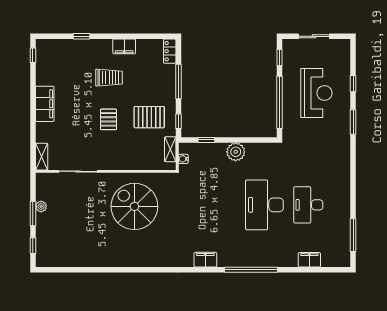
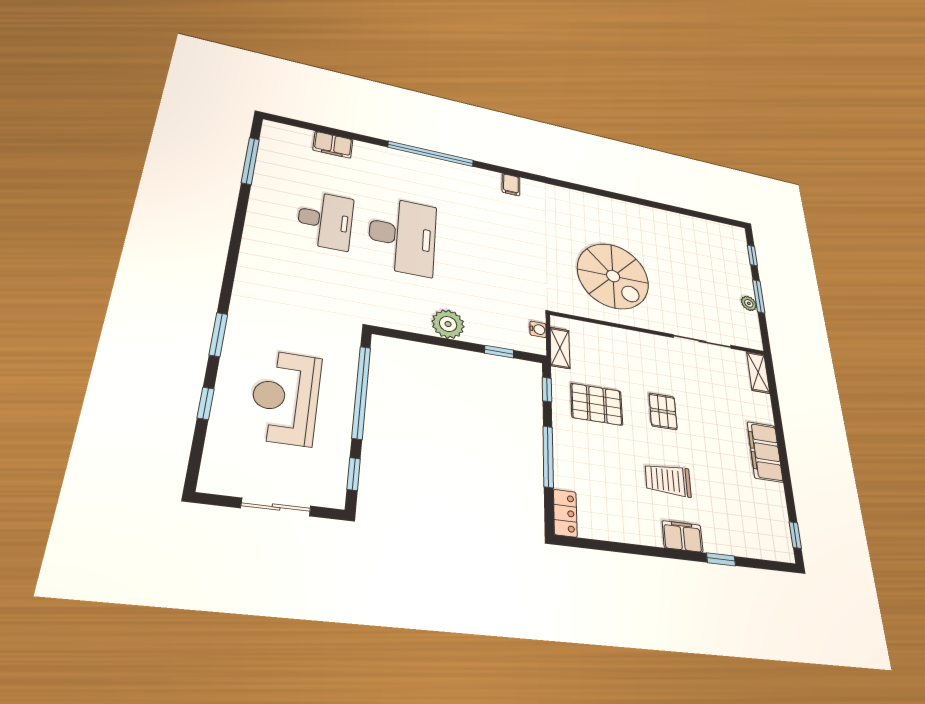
filing cabinet: (124, 46) -> (683, 536), moved
filing cabinet: (205, 260) -> (511, 185), width x0.50

